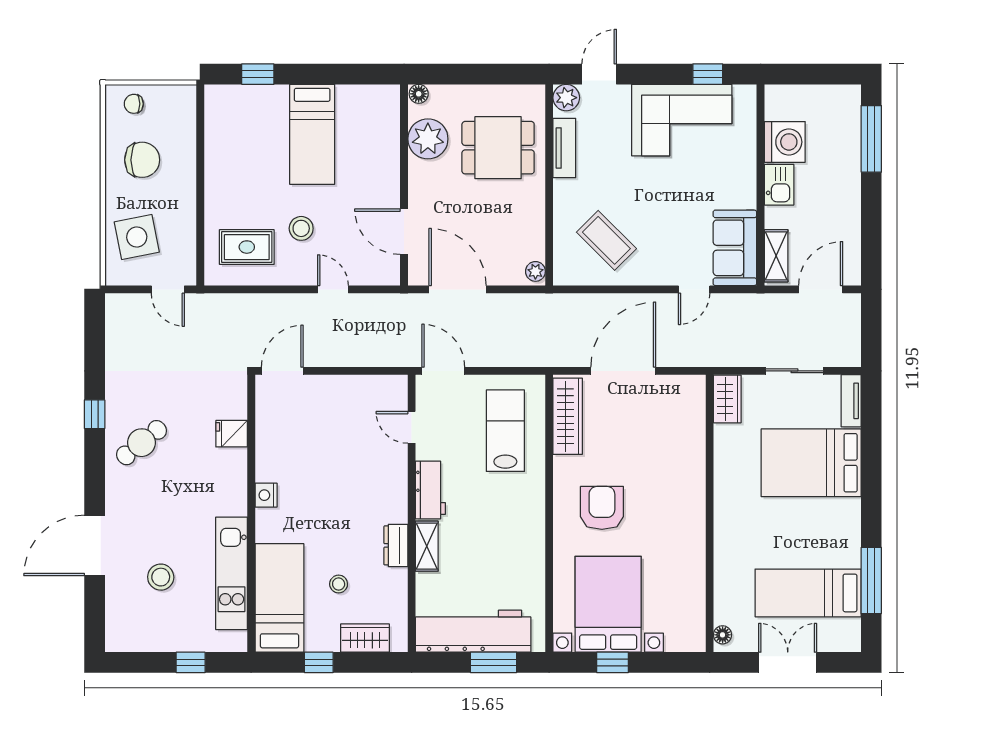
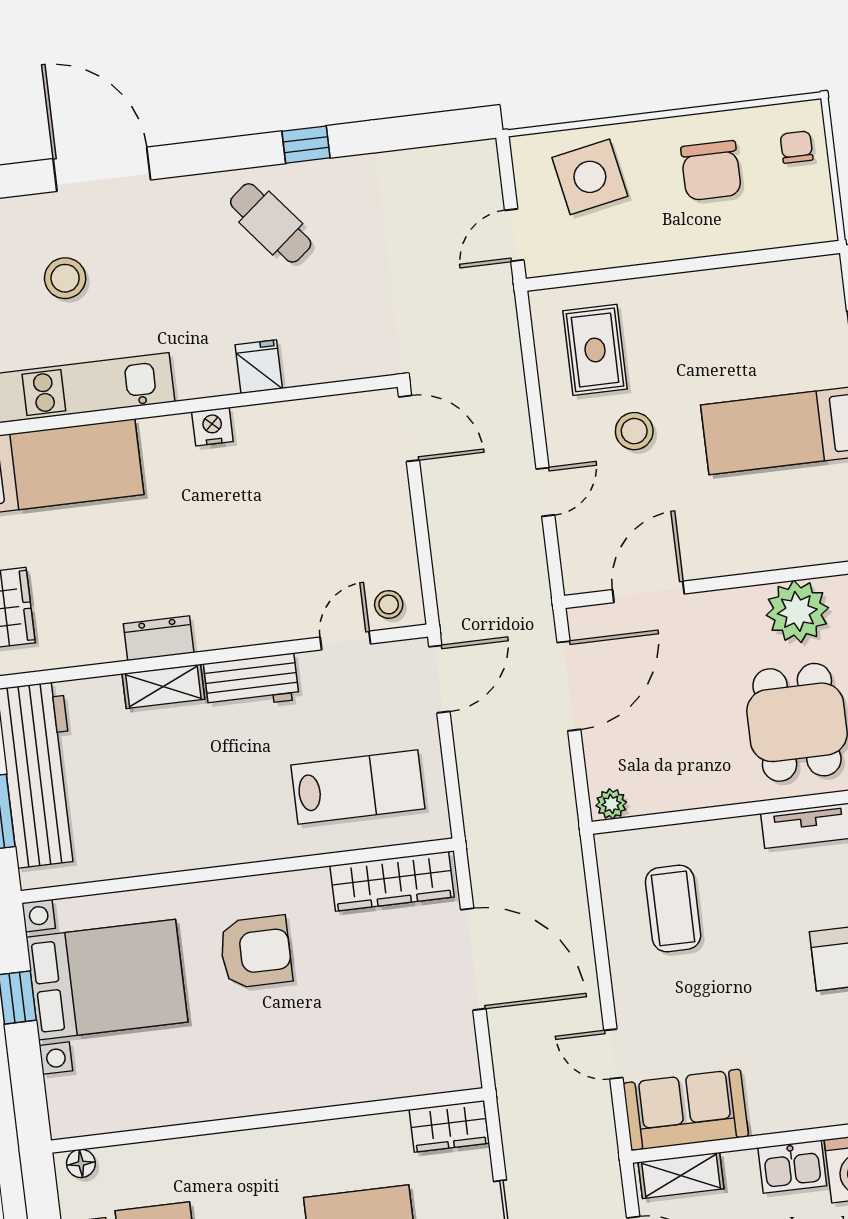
coffee table: (606, 240) -> (673, 908), turned -45
fridge: (232, 434) -> (259, 367), moved
stool: (339, 584) -> (389, 604), moved

